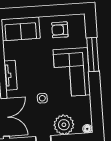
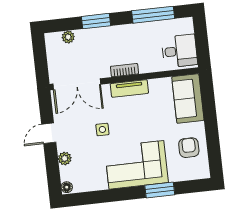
window: (93, 54) -> (160, 190), width x0.69
plant: (64, 125) -> (65, 158), width x0.53, depth x0.53

